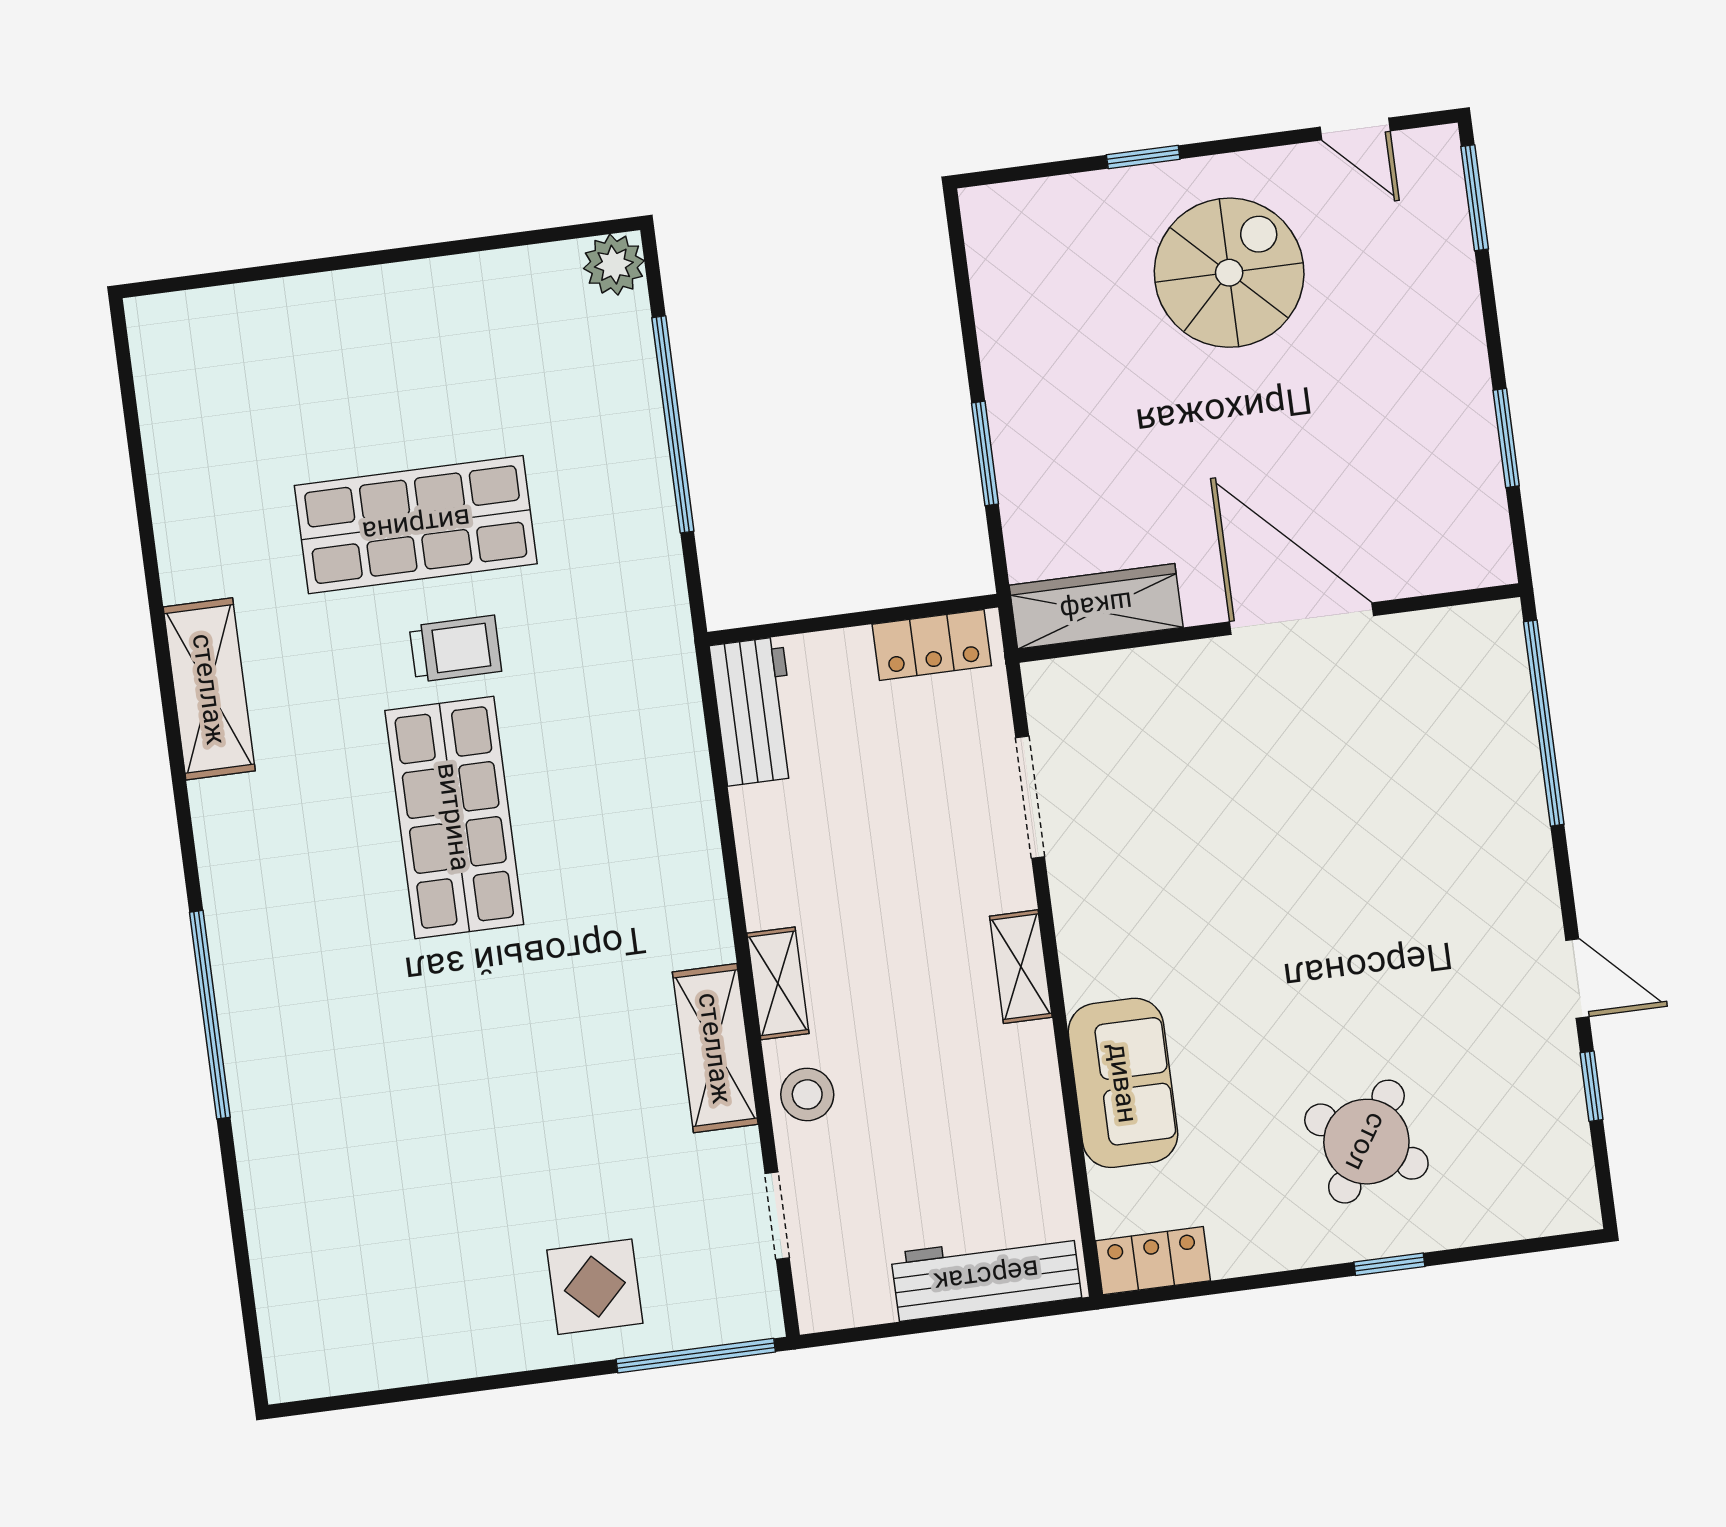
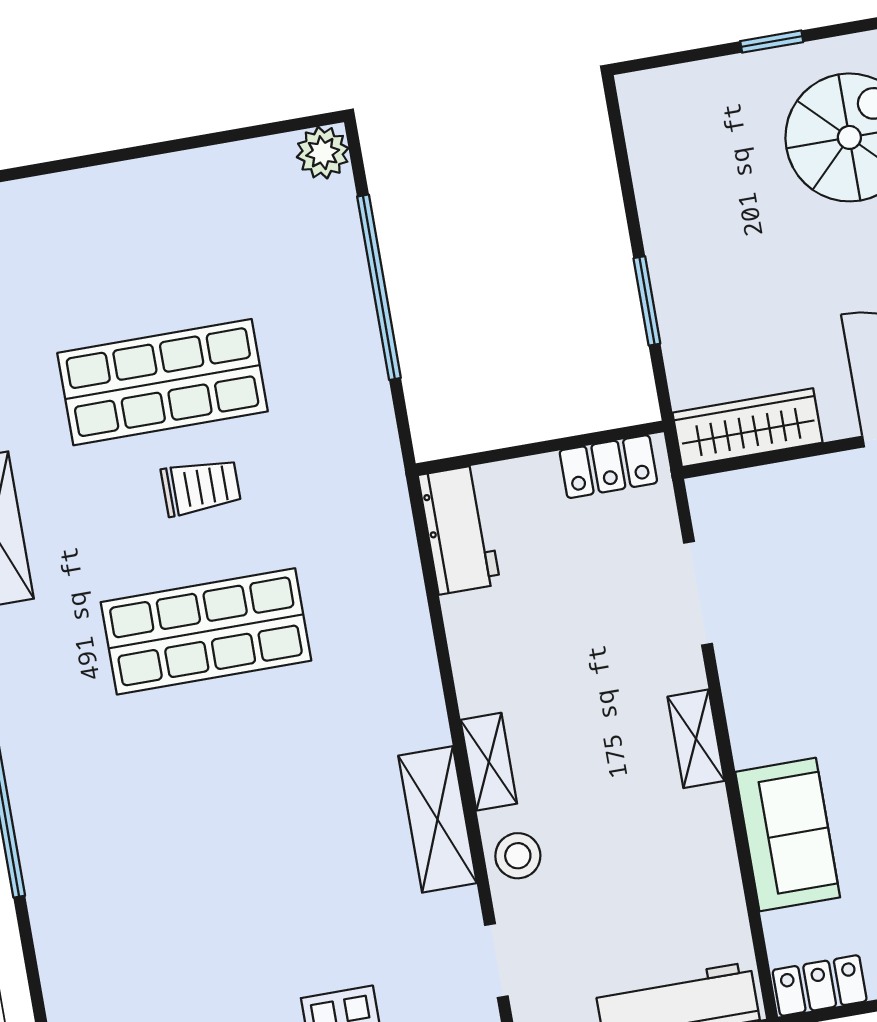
shop shelf: (454, 817) -> (206, 631), turned 90

